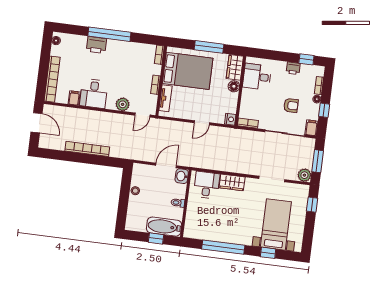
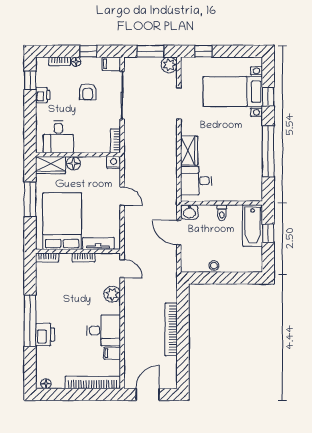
armchair: (291, 105) -> (88, 92), turned 180

